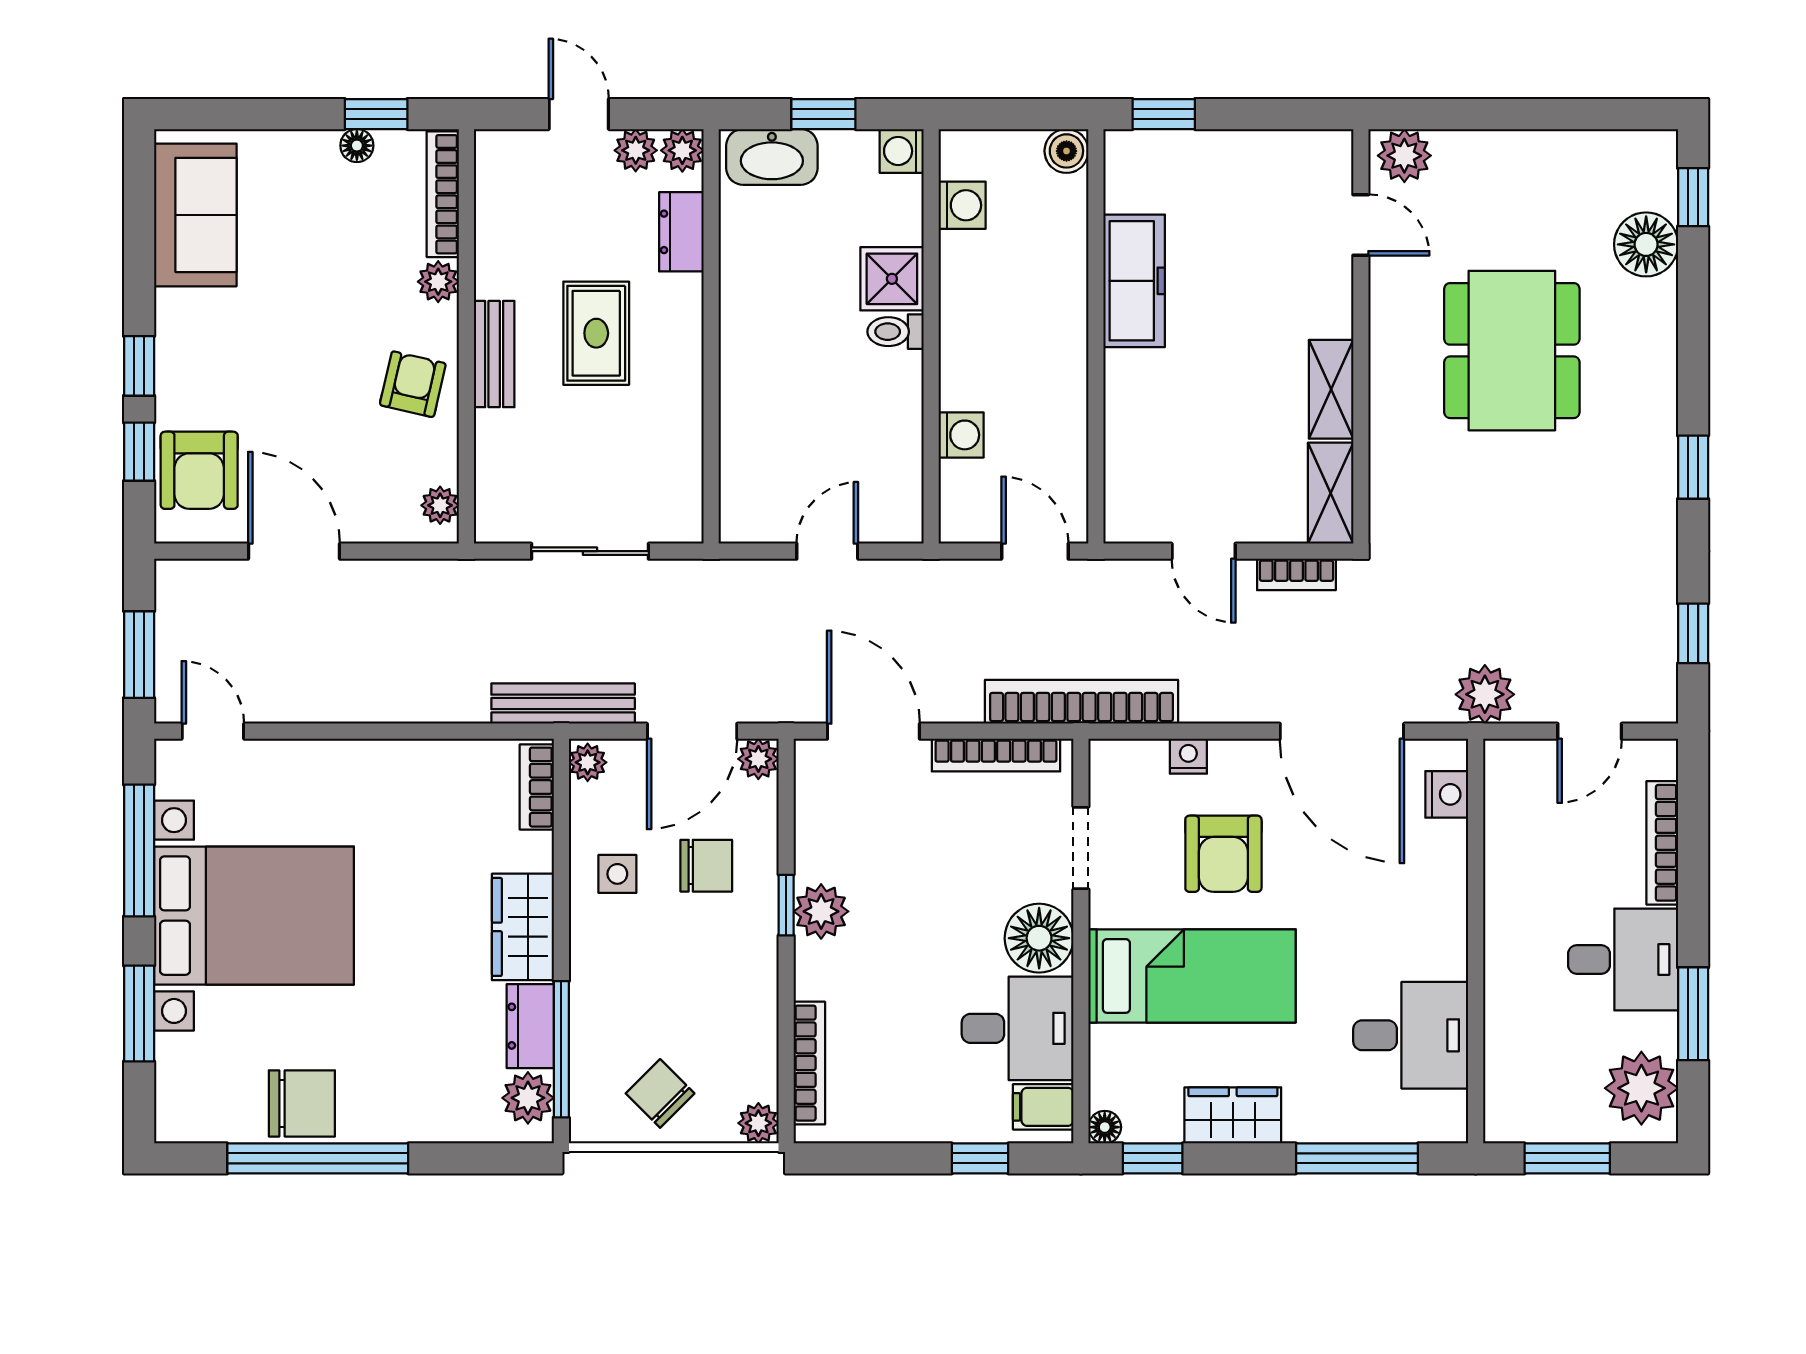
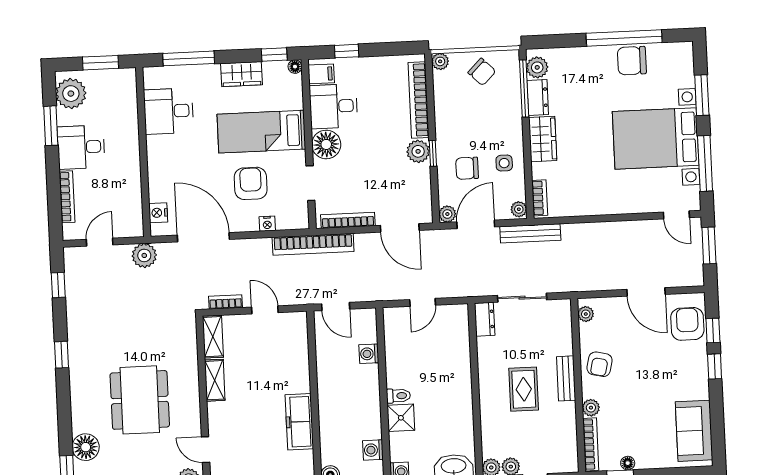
dresser: (681, 232) -> (485, 319), moved
bookcase: (809, 1063) -> (419, 100), width x1.48, depth x1.31

